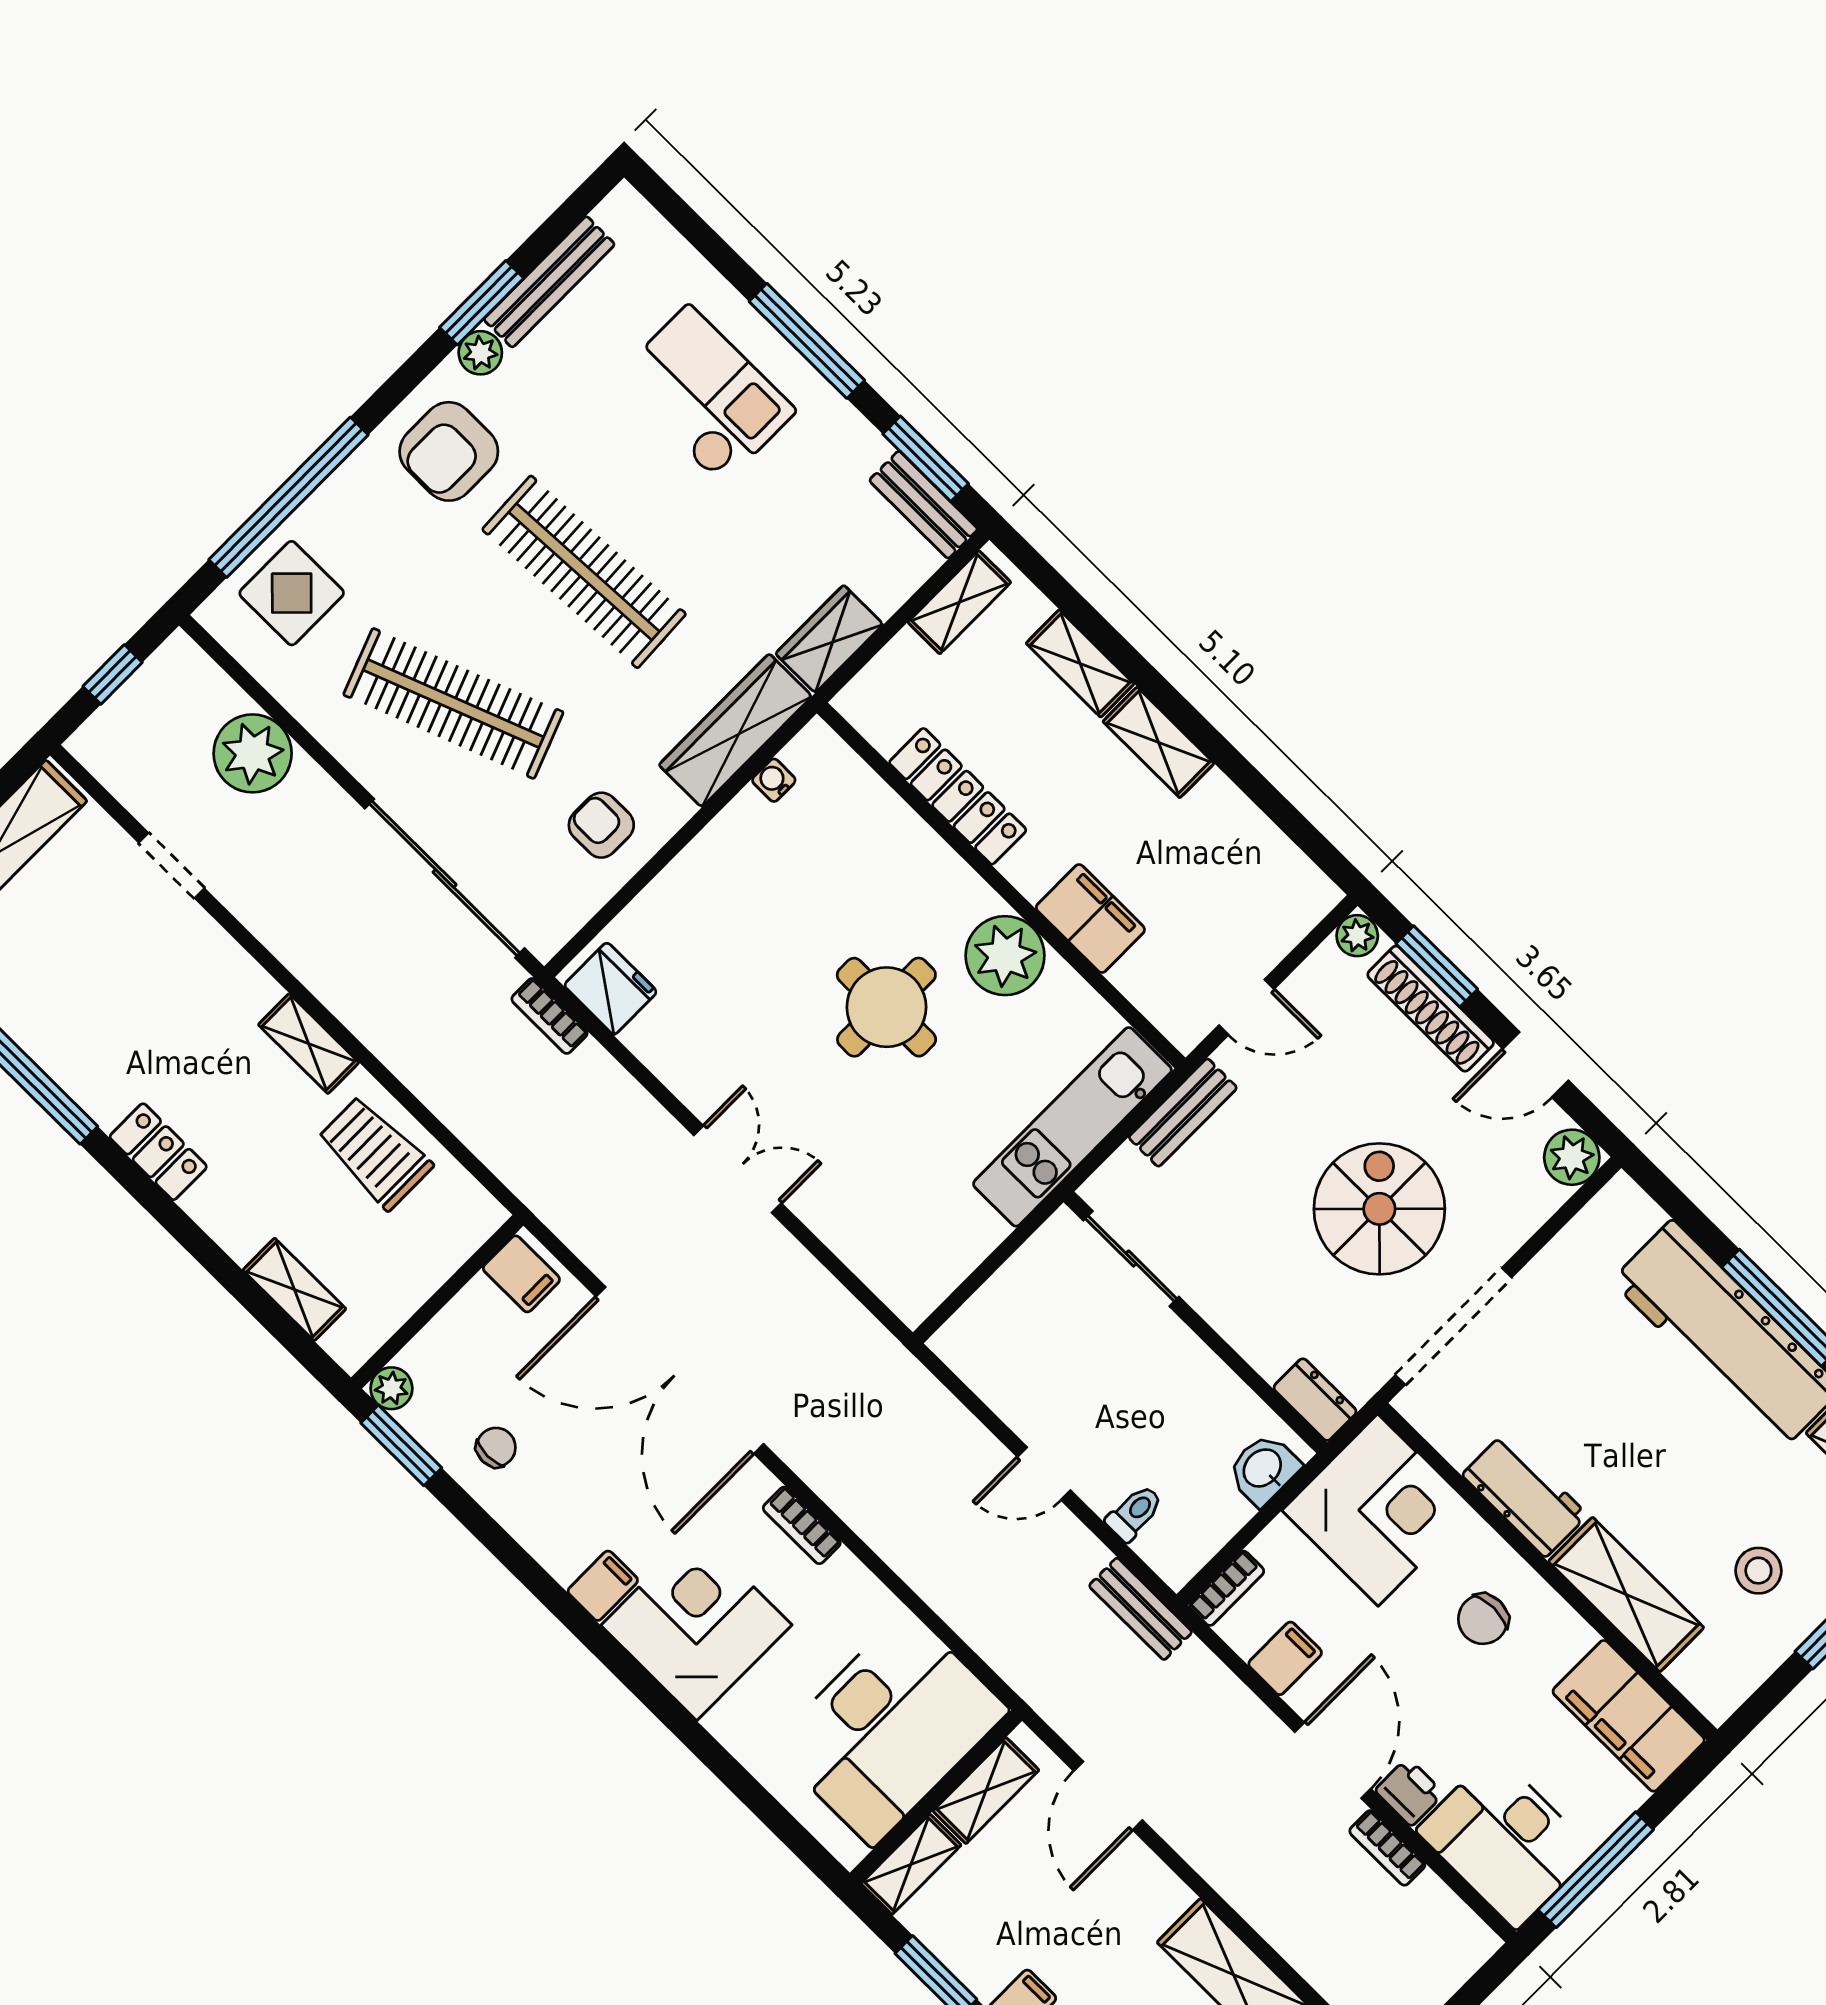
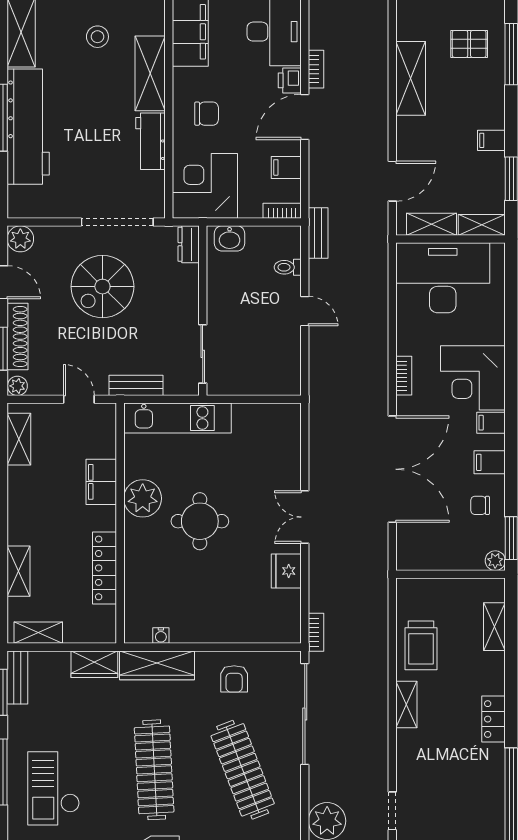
shelving: (1158, 742) -> (19, 439), moved
fridge: (610, 989) -> (286, 571), moved
filing cabinet: (521, 1274) -> (490, 462), moved, turned -90

